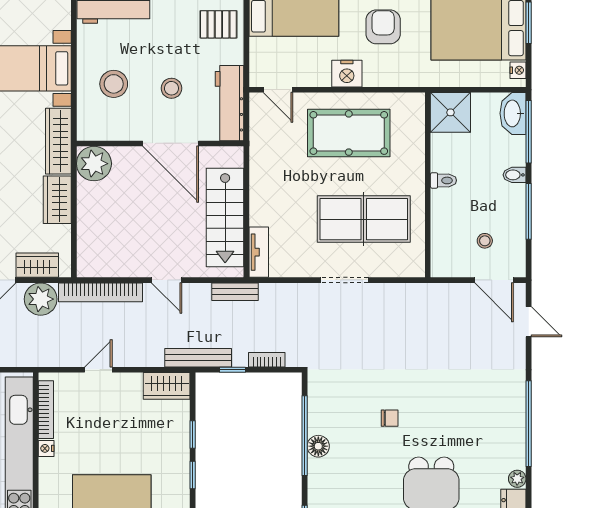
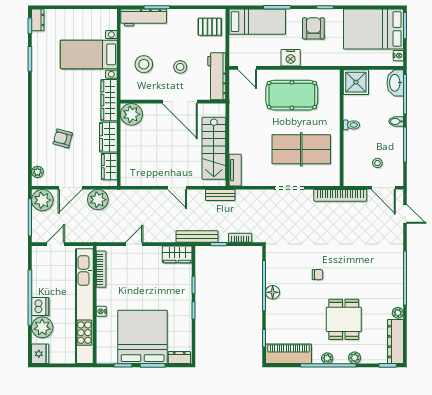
wardrobe: (37, 265) -> (109, 167), moved, turned -90
bookcase: (101, 292) -> (340, 195), moved
nightstand: (46, 448) -> (101, 311), moved

